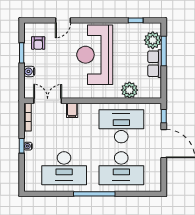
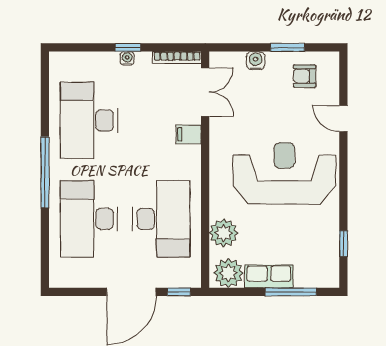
plant: (153, 40) -> (228, 273), moved

